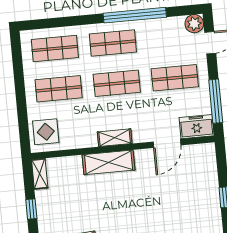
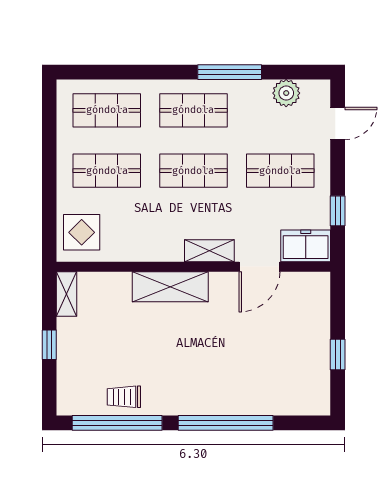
window: (135, 15) -> (230, 72), width x0.68
plant: (194, 24) -> (286, 93), moved
window: (216, 101) -> (338, 211), width x0.46
shelving: (115, 138) -> (209, 251), moved

